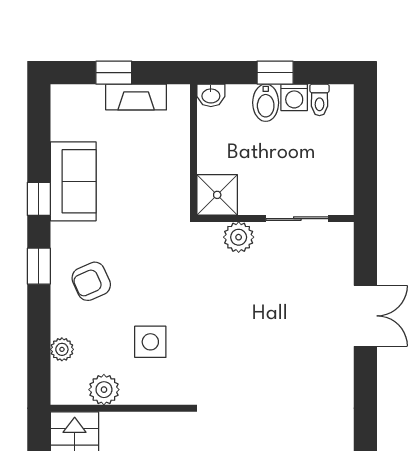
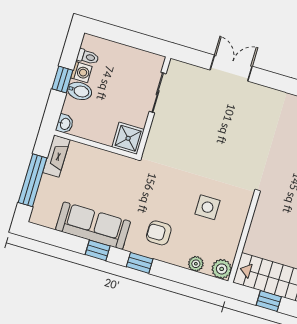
window: (114, 73) -> (33, 180), width x2.17
fireplace: (136, 97) -> (56, 156), moved
sofa: (73, 181) -> (93, 226), width x1.36
plant: (239, 237) -> (159, 133), removed
armchair: (91, 281) -> (159, 233), turned 114
plant: (104, 390) -> (222, 269), moved

